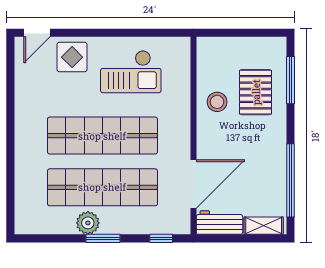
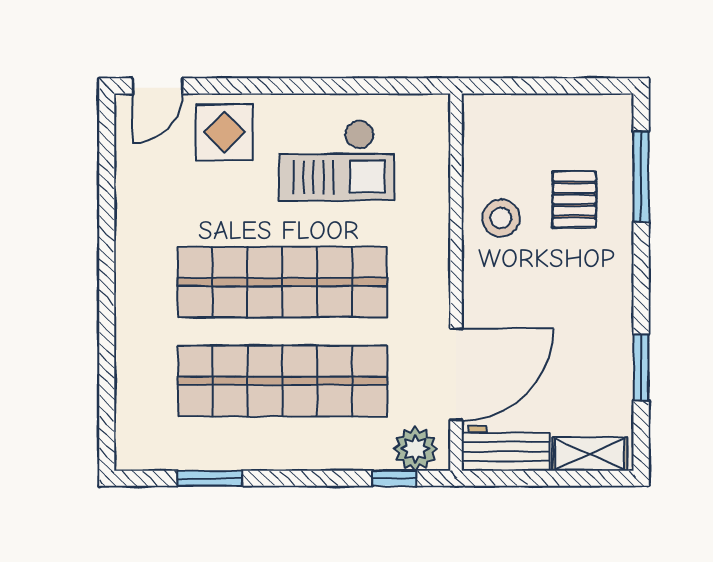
pallet: (256, 92) -> (574, 199), width x0.67, depth x0.71
window: (291, 180) -> (641, 368), width x0.47
plant: (88, 223) -> (415, 449), moved
window: (103, 238) -> (210, 478), moved

